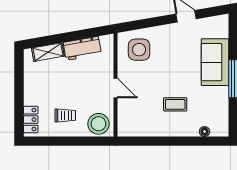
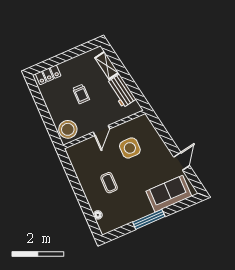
side table: (139, 50) -> (130, 148), moved
sofa: (215, 62) -> (169, 194), moved
trolley: (65, 115) -> (81, 94), moved

